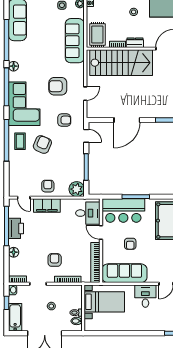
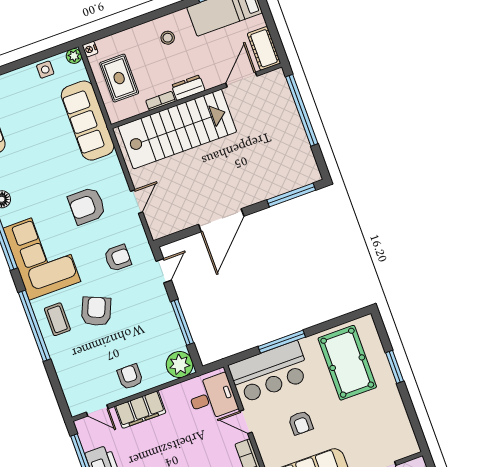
rug: (97, 35) -> (119, 78), moved
door: (86, 136) -> (164, 271), hinge flipped

